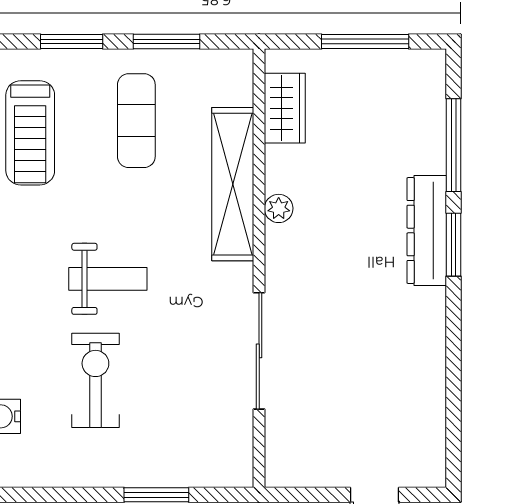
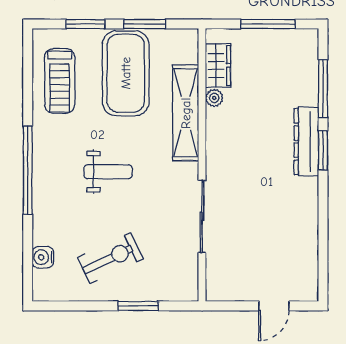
exercise mat: (136, 121) -> (126, 73), width x2.00, depth x1.45
plant: (279, 208) -> (214, 98), moved
exercise bike: (95, 380) -> (110, 258), moved, turned 65

